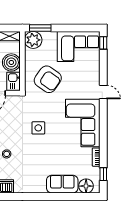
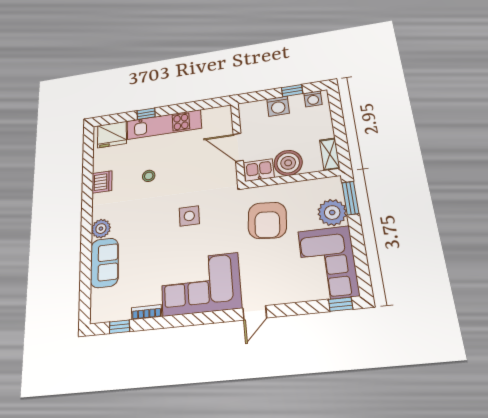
plant: (33, 40) -> (332, 212), moved
armchair: (48, 79) -> (267, 220), turned -30
floor lamp: (86, 186) -> (101, 300), removed
plant: (39, 187) -> (101, 229), added

